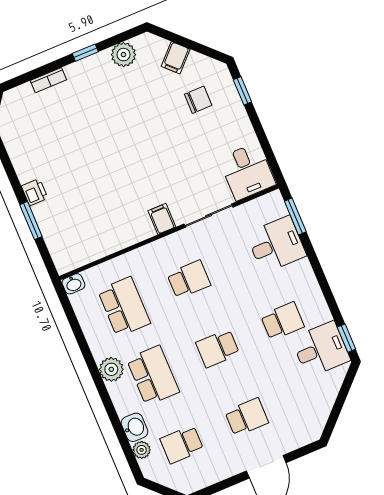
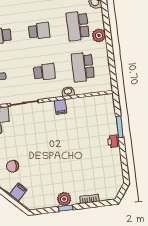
plant: (124, 55) -> (64, 199), moved
filing cabinet: (162, 219) -> (61, 107), moved
school desk: (189, 279) -> (44, 72), turned 180
washbasin: (73, 284) -> (68, 92), moved

